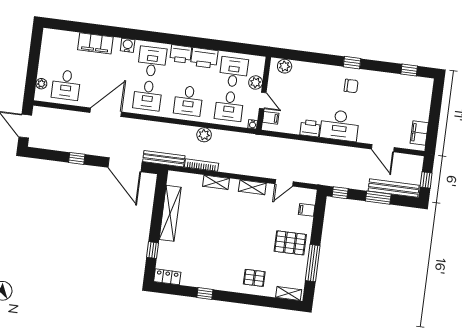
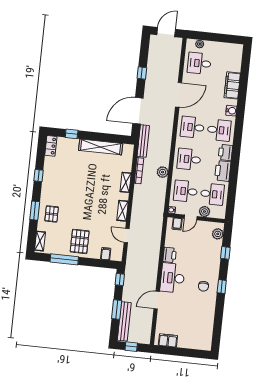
window: (409, 70) -> (225, 253), moved
door: (106, 112) -> (179, 95), hinge flipped
door: (383, 148) -> (157, 300), moved
window: (250, 299) -> (35, 211), added

